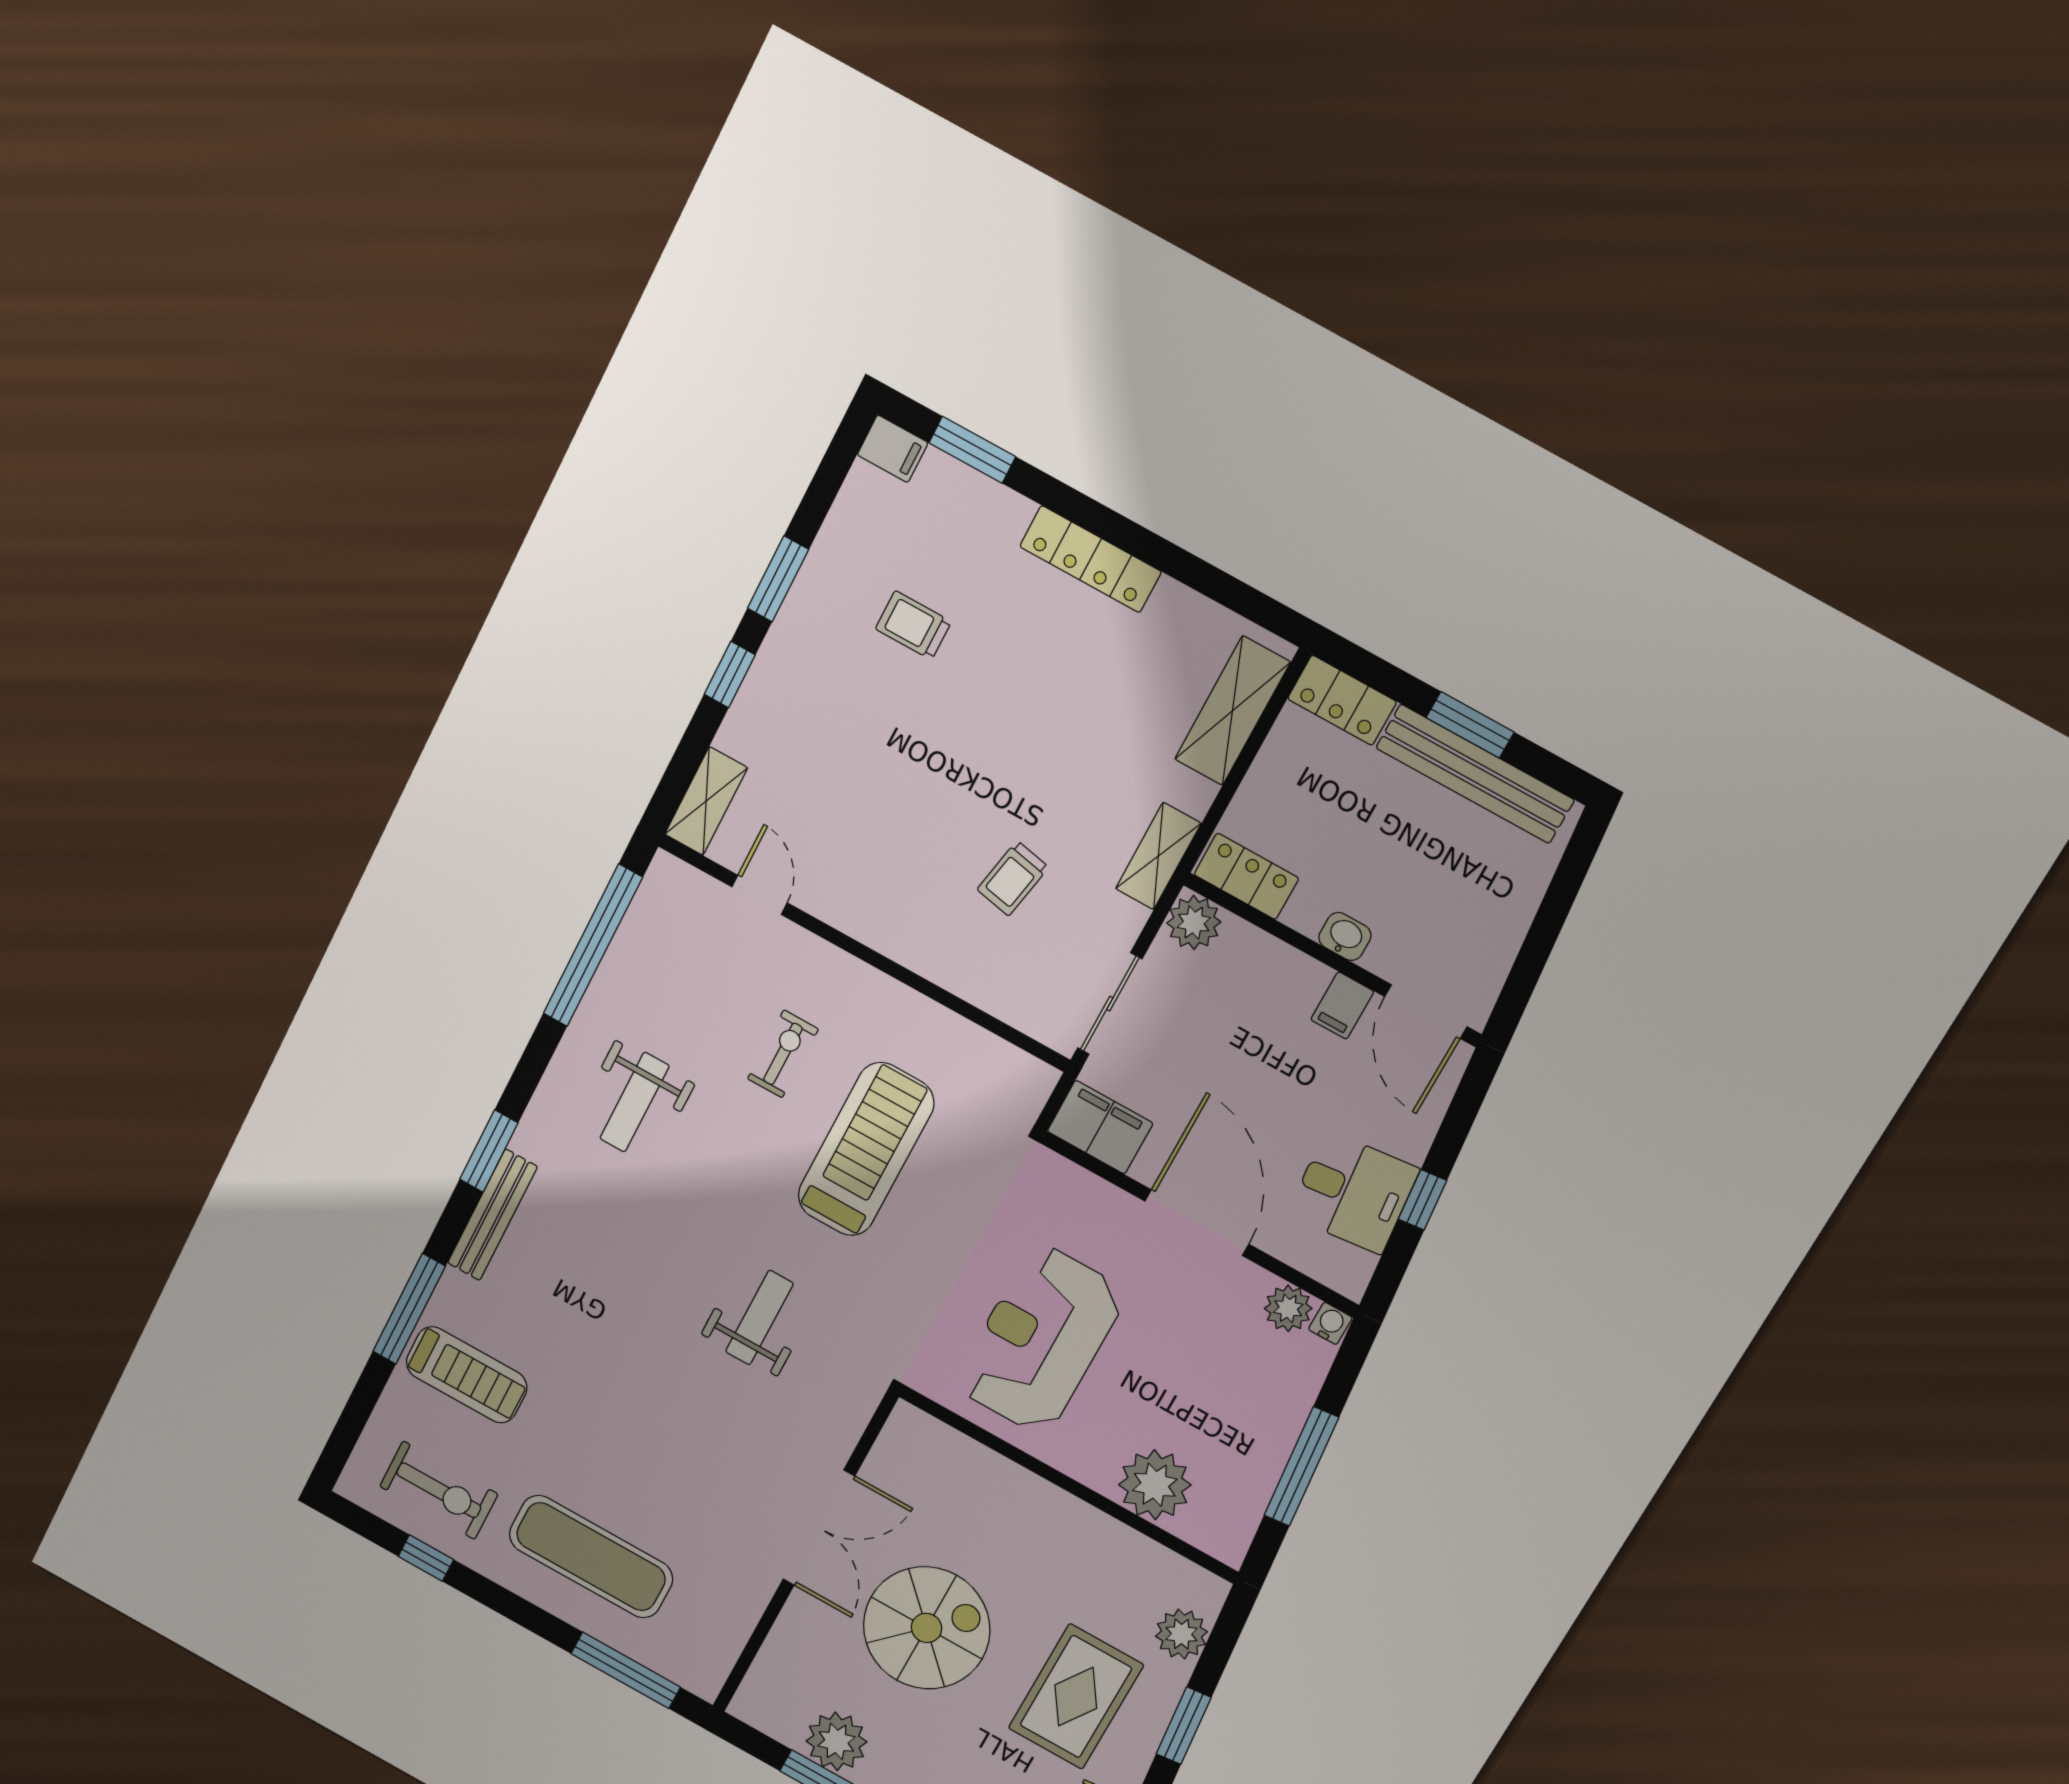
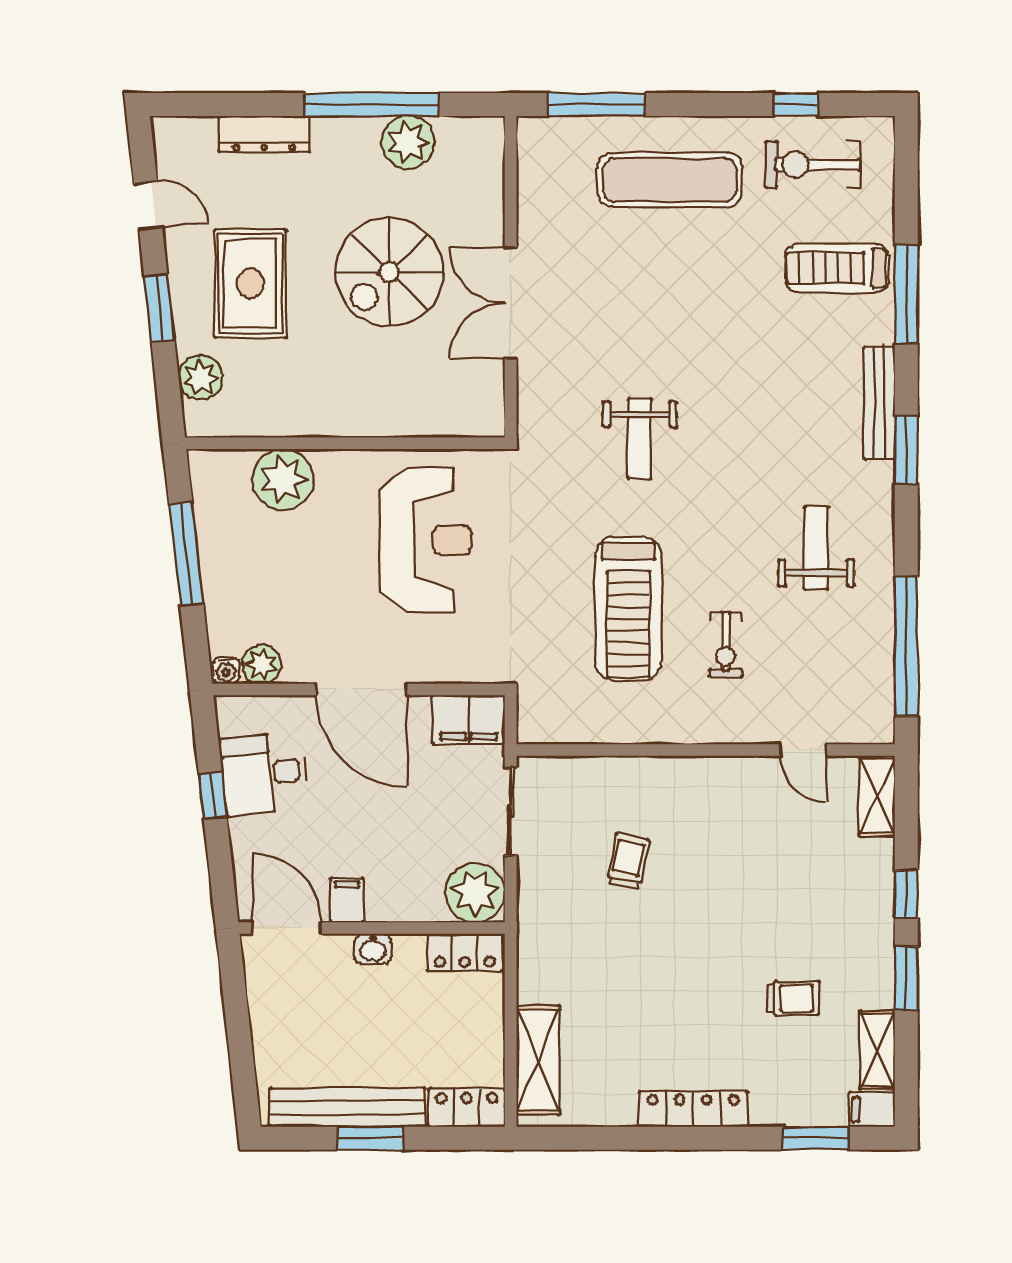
shelving: (1158, 856) -> (877, 1050), moved
plant: (1194, 923) -> (475, 893), width x1.36, depth x1.36

